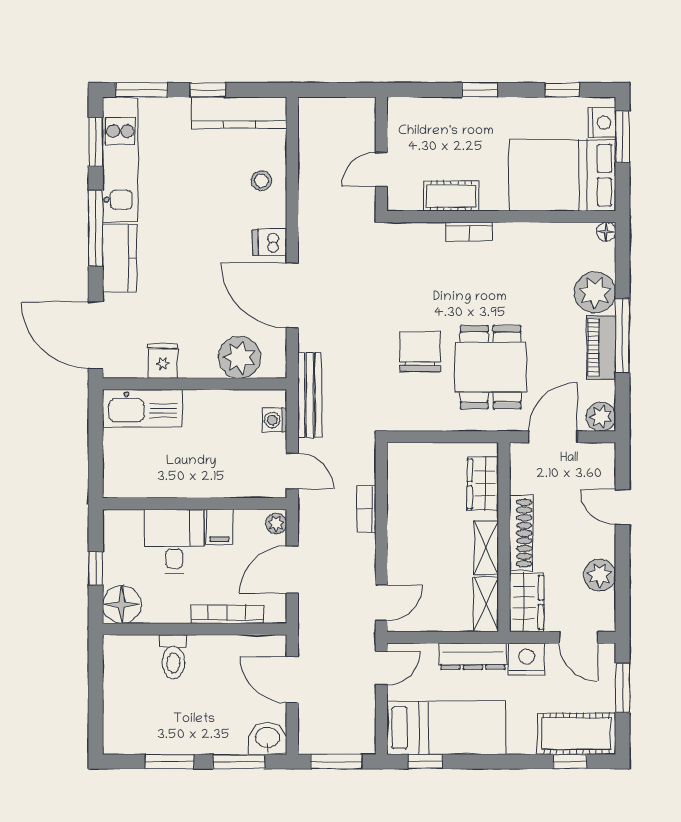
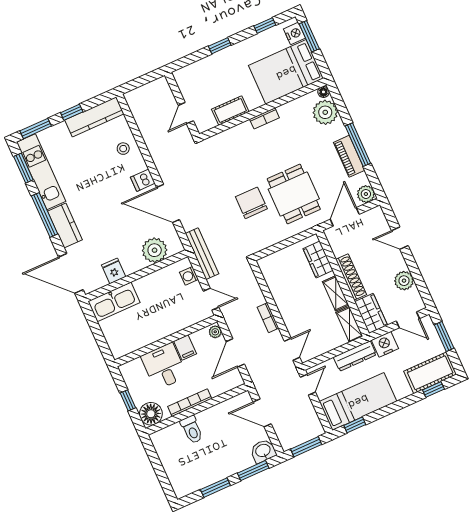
bookcase: (469, 232) -> (264, 118), moved
plant: (595, 292) -> (325, 112), moved
bookcase: (366, 509) -> (268, 318), moved
bookcase: (227, 614) -> (190, 403), moved

